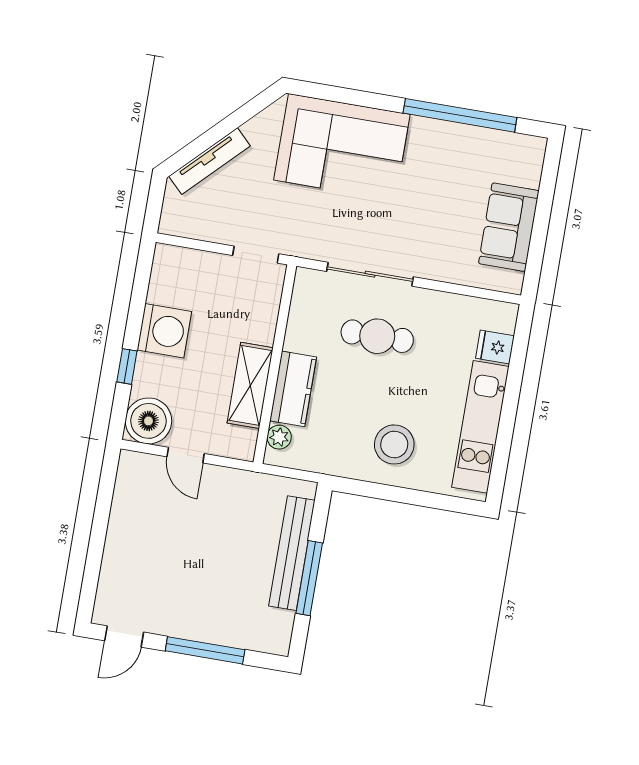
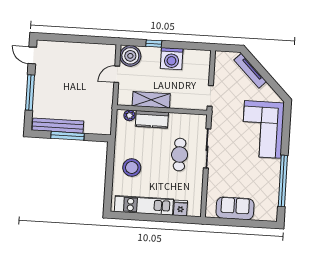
bench: (292, 553) -> (58, 126), moved

